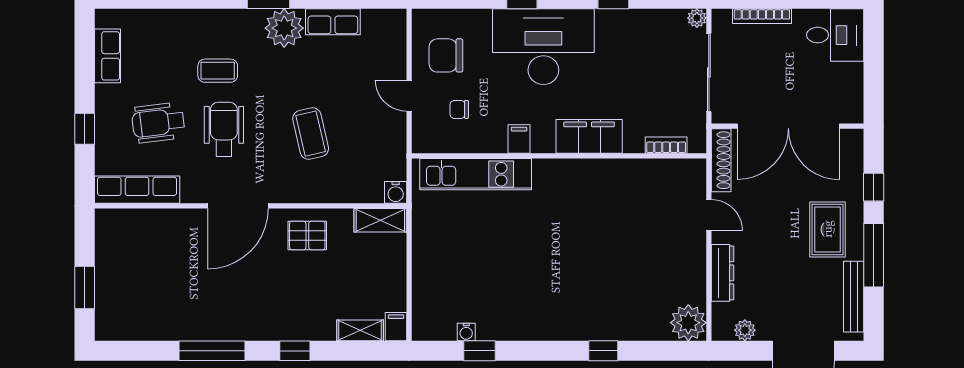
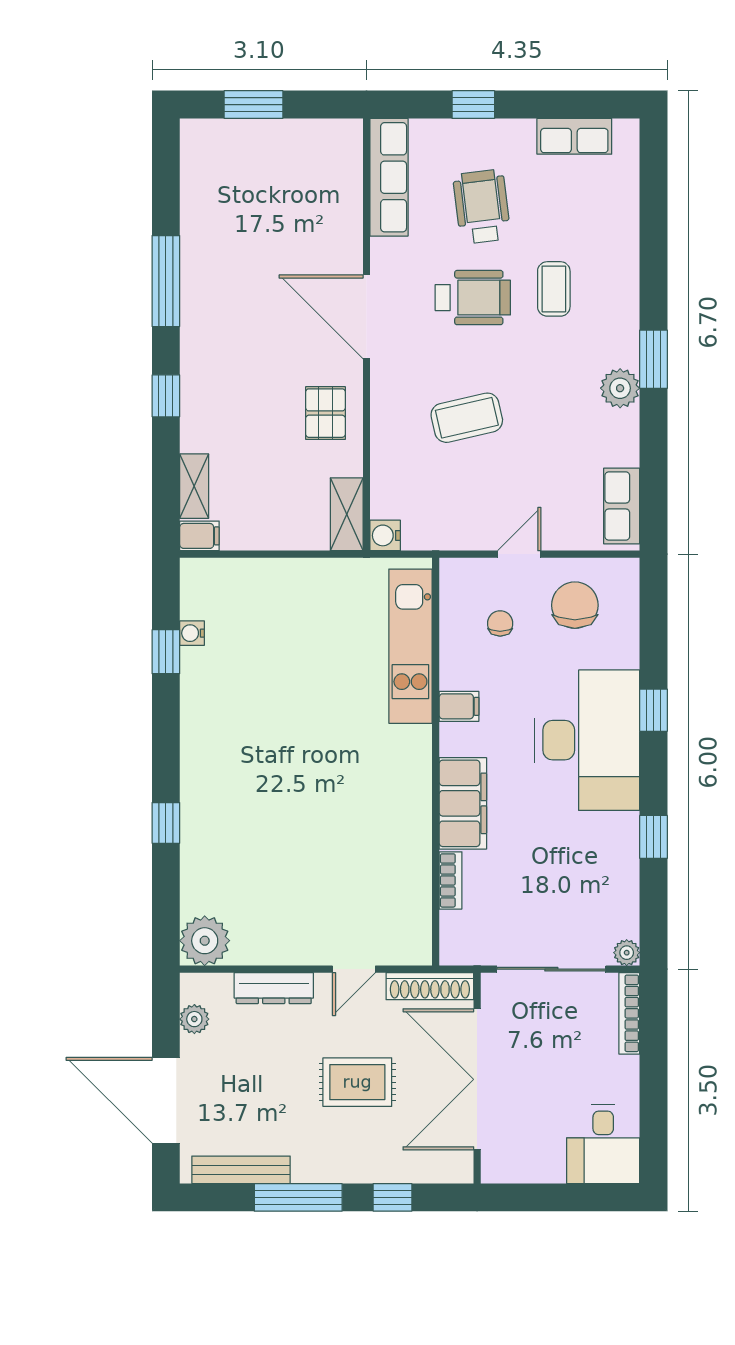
bookcase: (762, 16) -> (629, 1013), moved
row of seats: (333, 22) -> (622, 506), moved
plant: (284, 28) -> (620, 388), width x0.73, depth x0.73
bookcase: (666, 145) -> (451, 880), moved
rug: (828, 229) -> (357, 1082), moved

